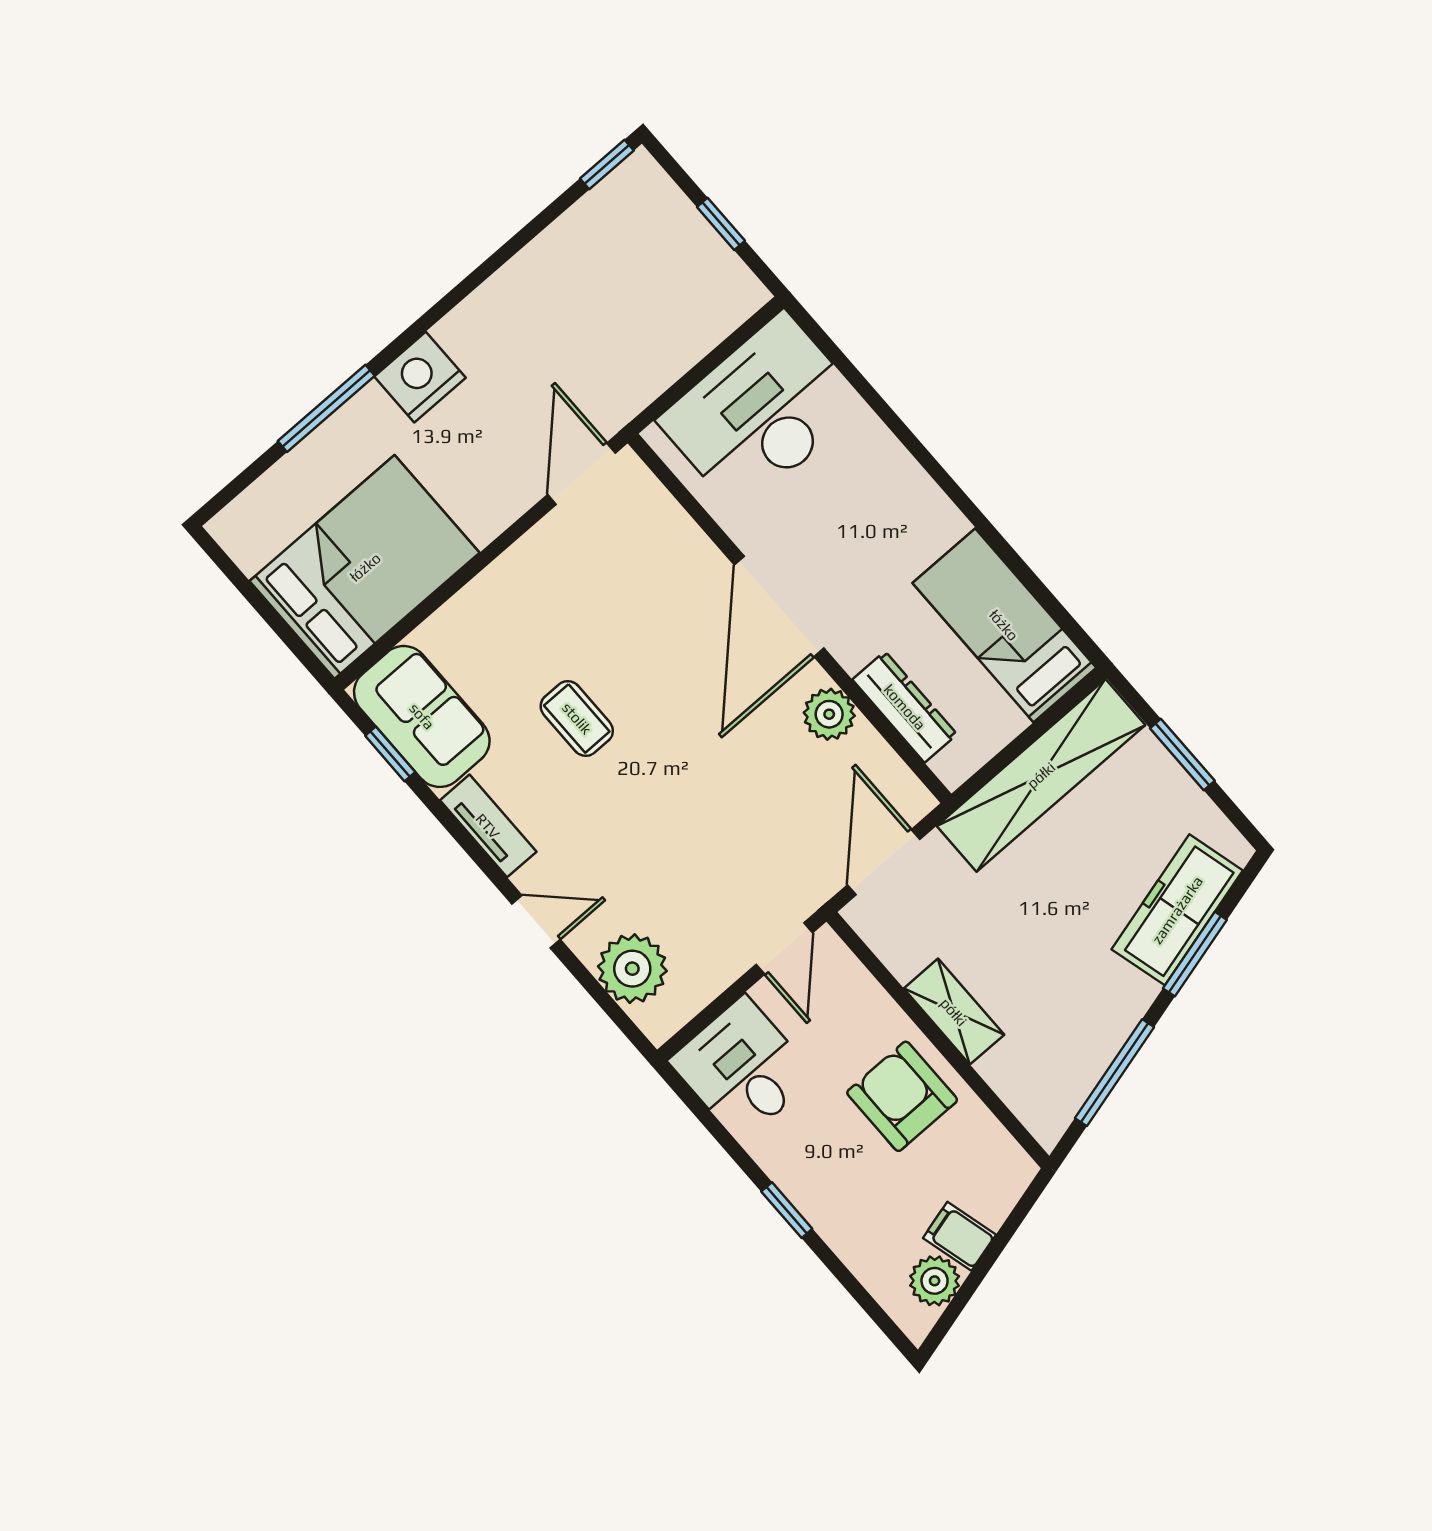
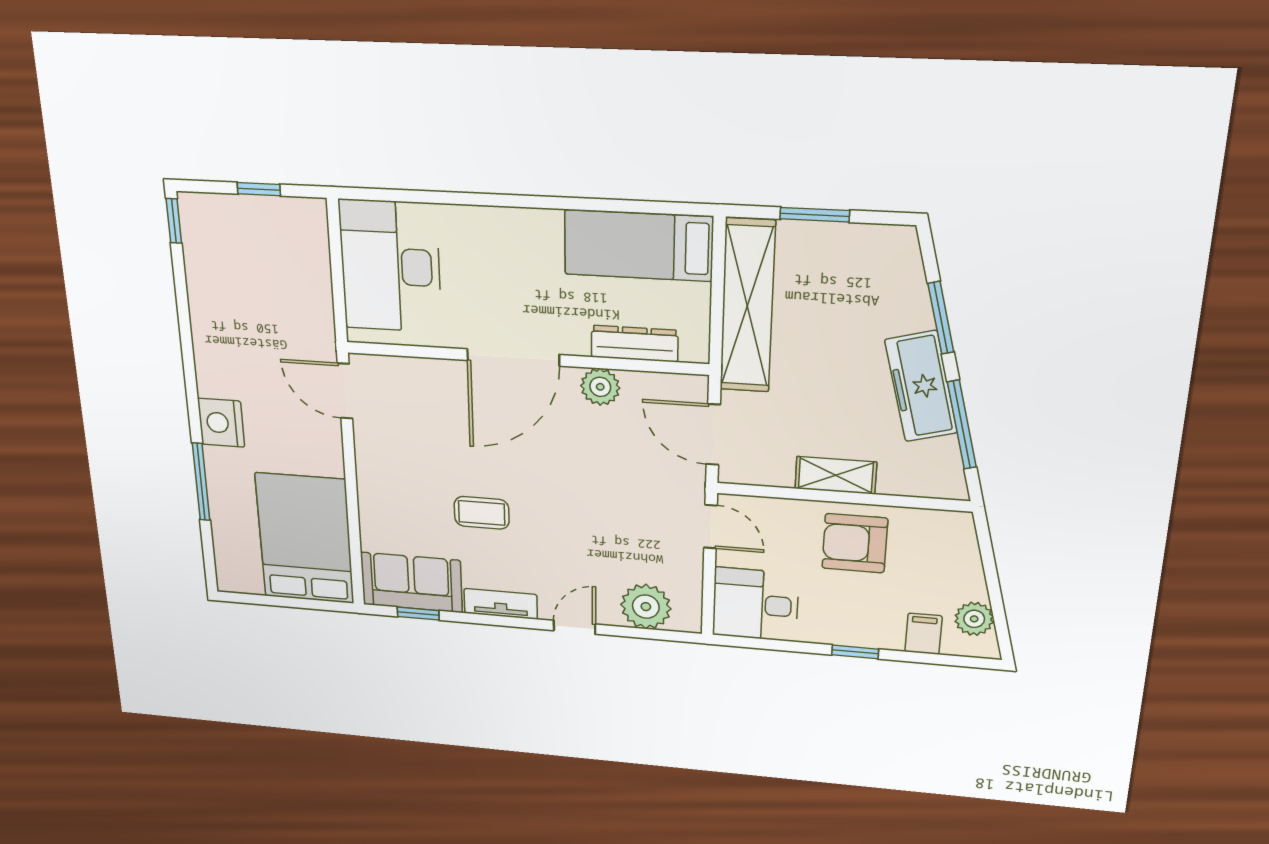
door: (779, 607) -> (513, 357), hinge flipped
freezer: (1177, 910) -> (921, 386), moved
filing cabinet: (959, 1236) -> (923, 634), moved, turned 105

